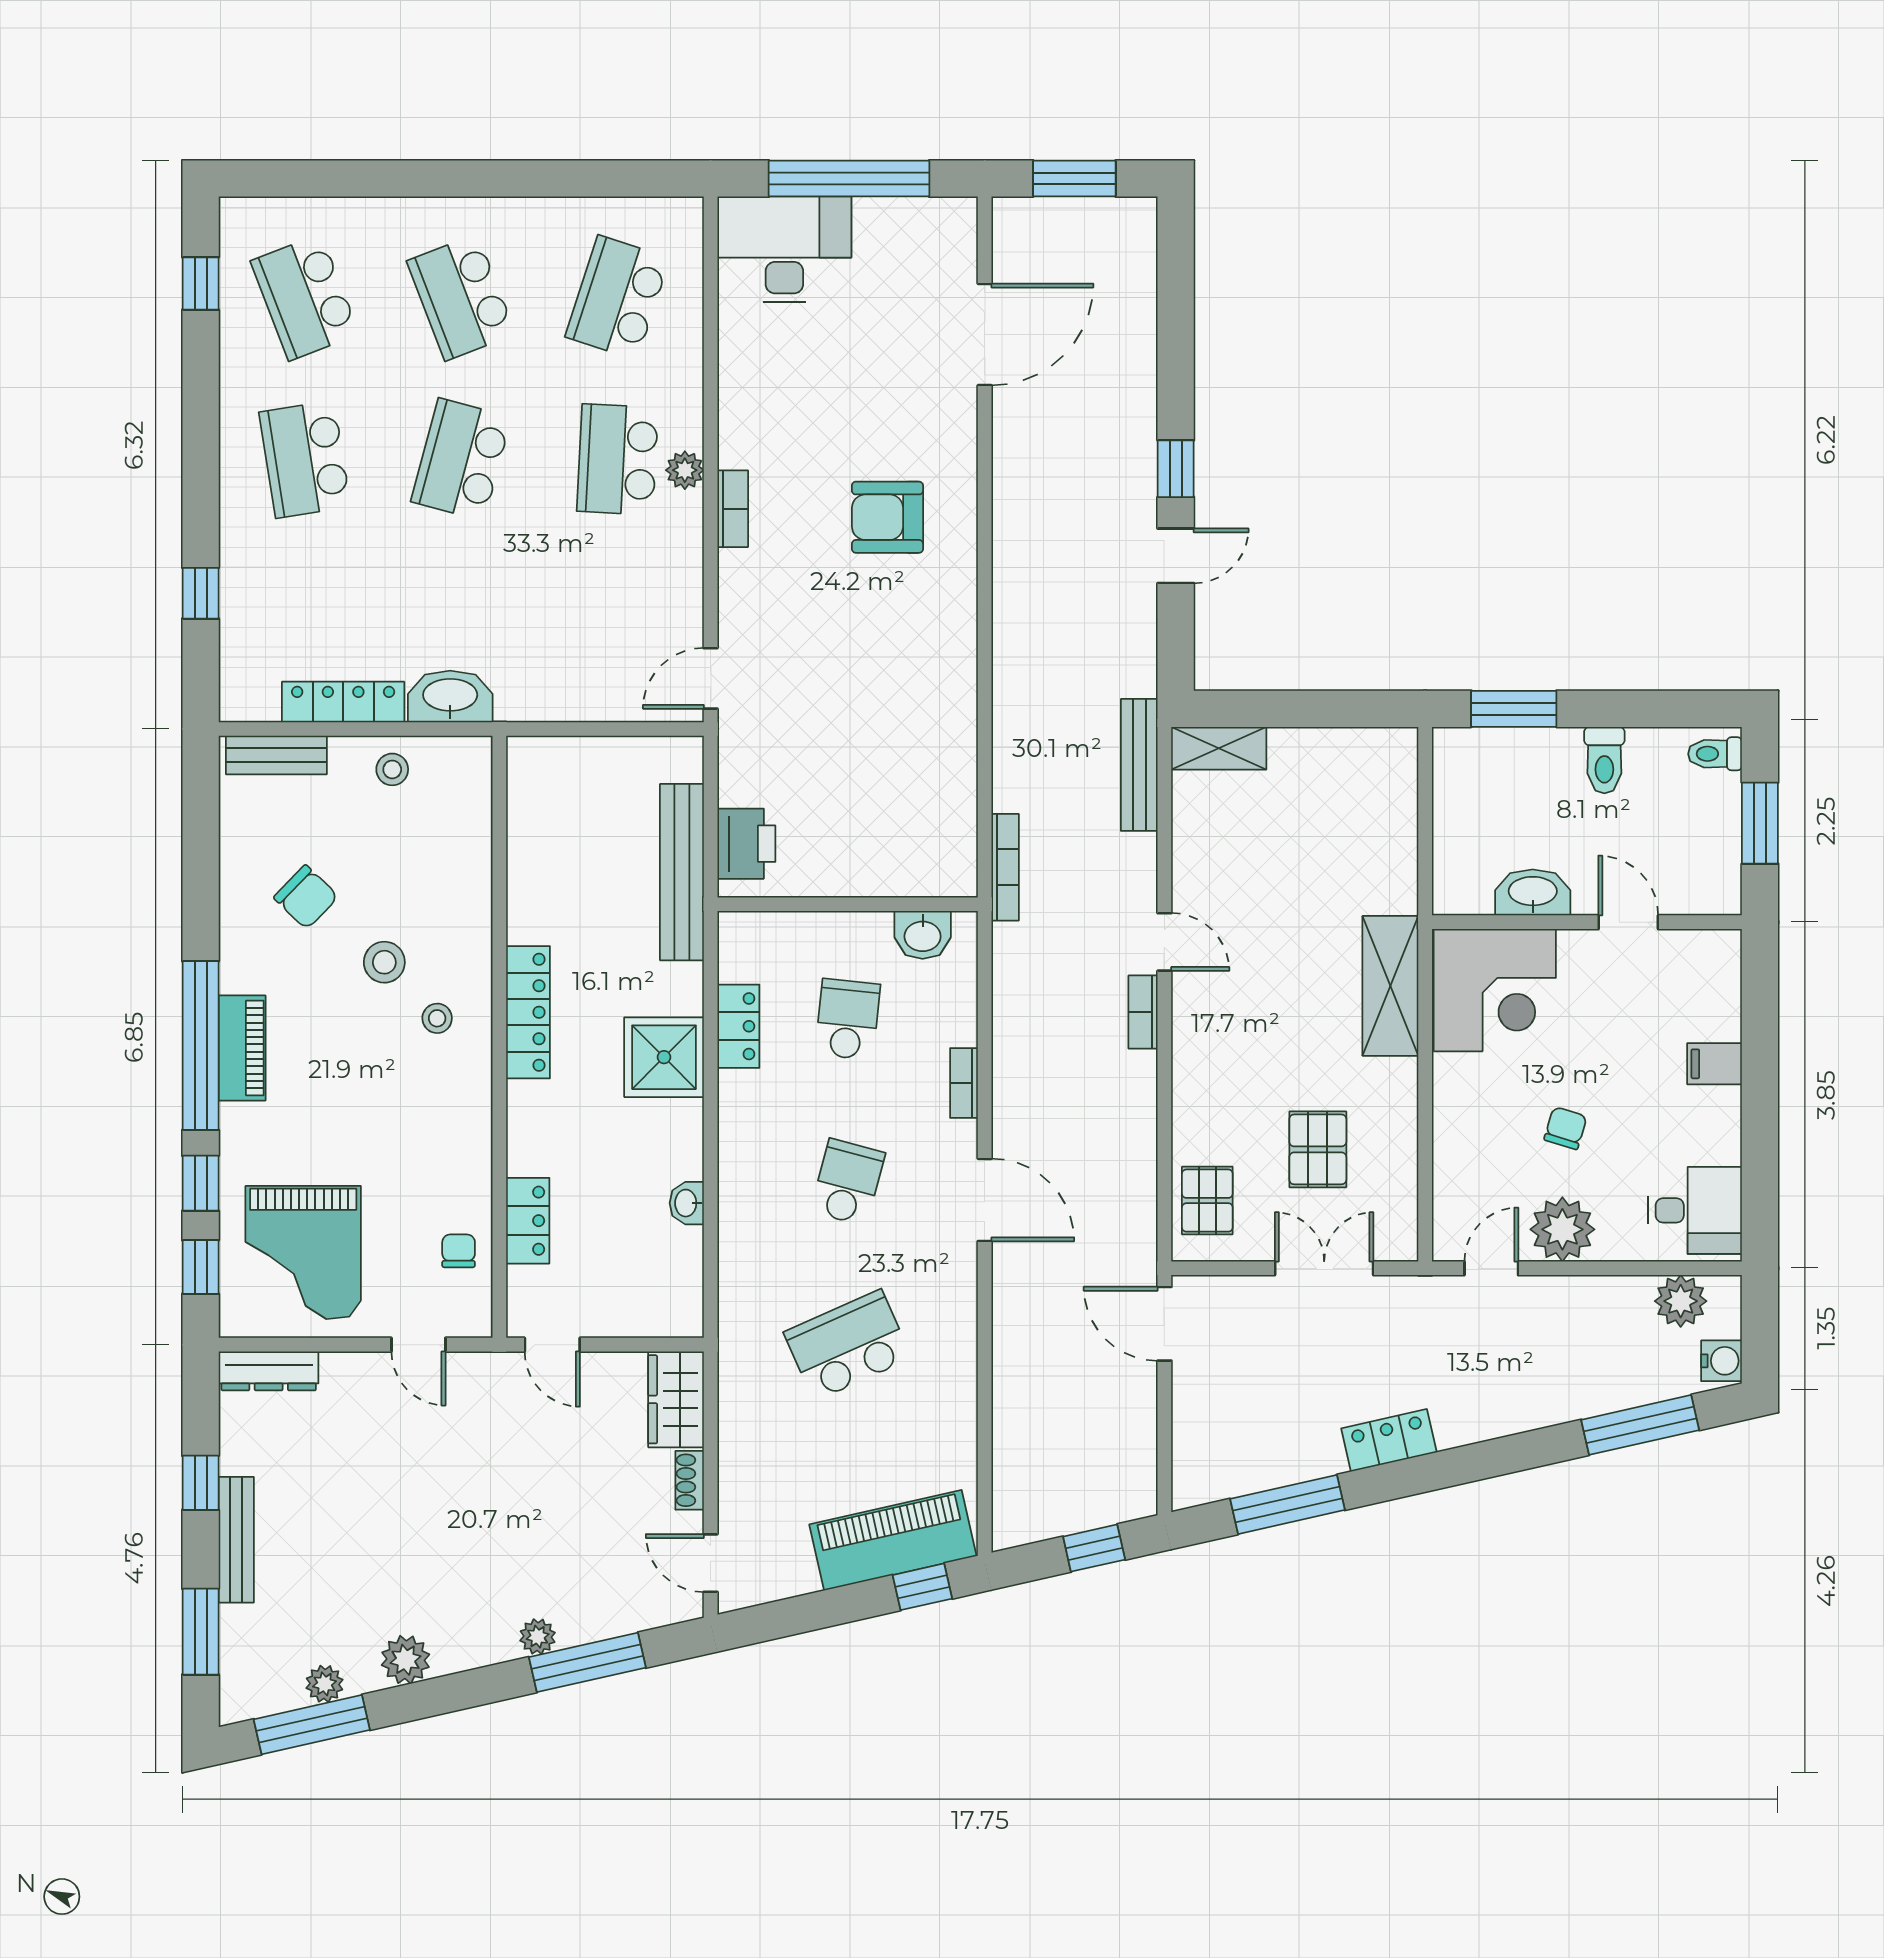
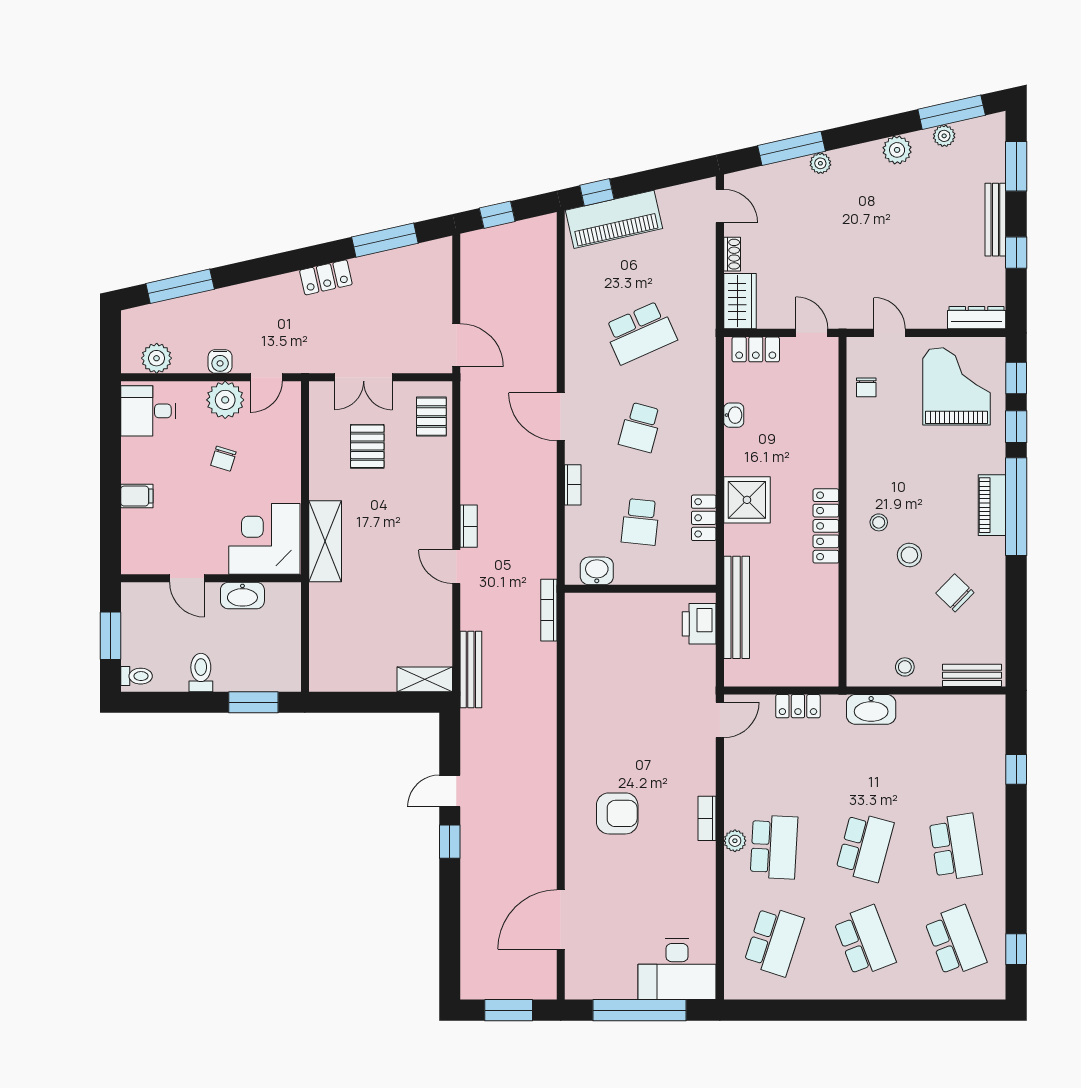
locker: (343, 702) -> (798, 706), moved, width x0.66
locker: (528, 1221) -> (756, 349), moved, turned -90
water cooler: (1722, 1361) -> (220, 361), moved, turned -90

